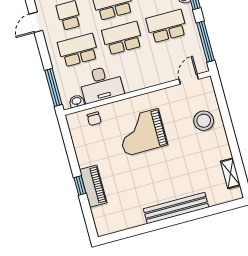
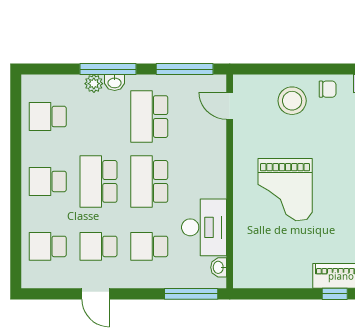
school desk: (78, 50) -> (149, 246), width x0.54
chair: (94, 119) -> (328, 89), moved

